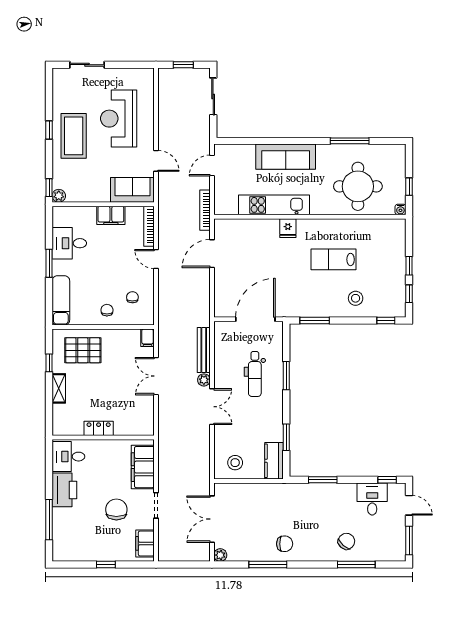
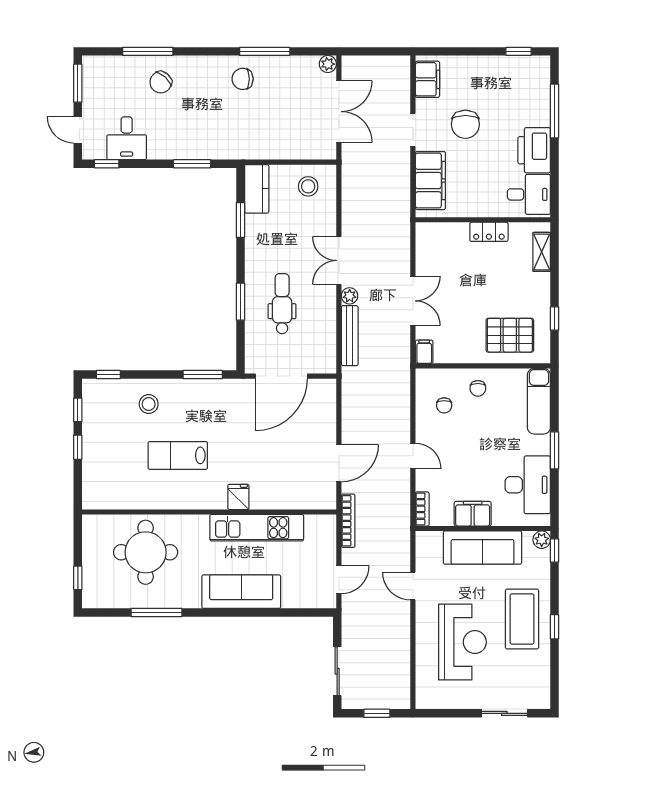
window: (409, 187) -> (78, 578), moved
sofa: (132, 190) -> (482, 548), moved, width x1.36
water cooler: (400, 209) -> (89, 522), removed
bookcase: (149, 226) -> (422, 509), width x0.64
desk: (69, 243) -> (528, 485), width x1.37
lab bench: (334, 259) -> (178, 455), turned 180
shelving: (59, 388) -> (542, 252), moved
window: (106, 565) -> (519, 51), moved

